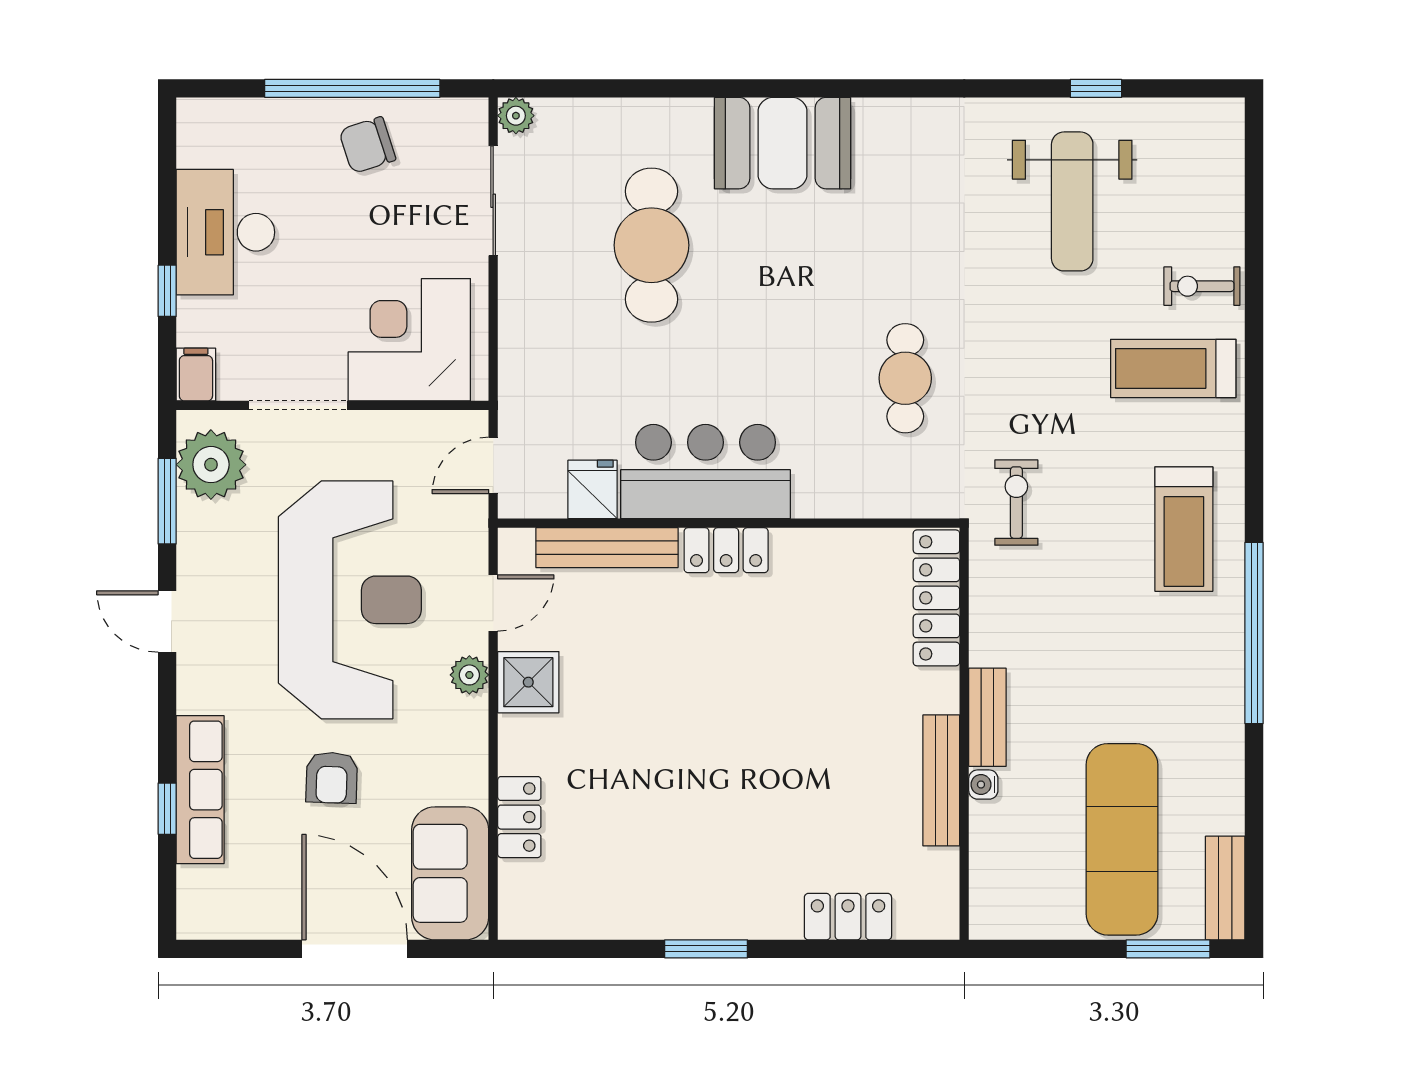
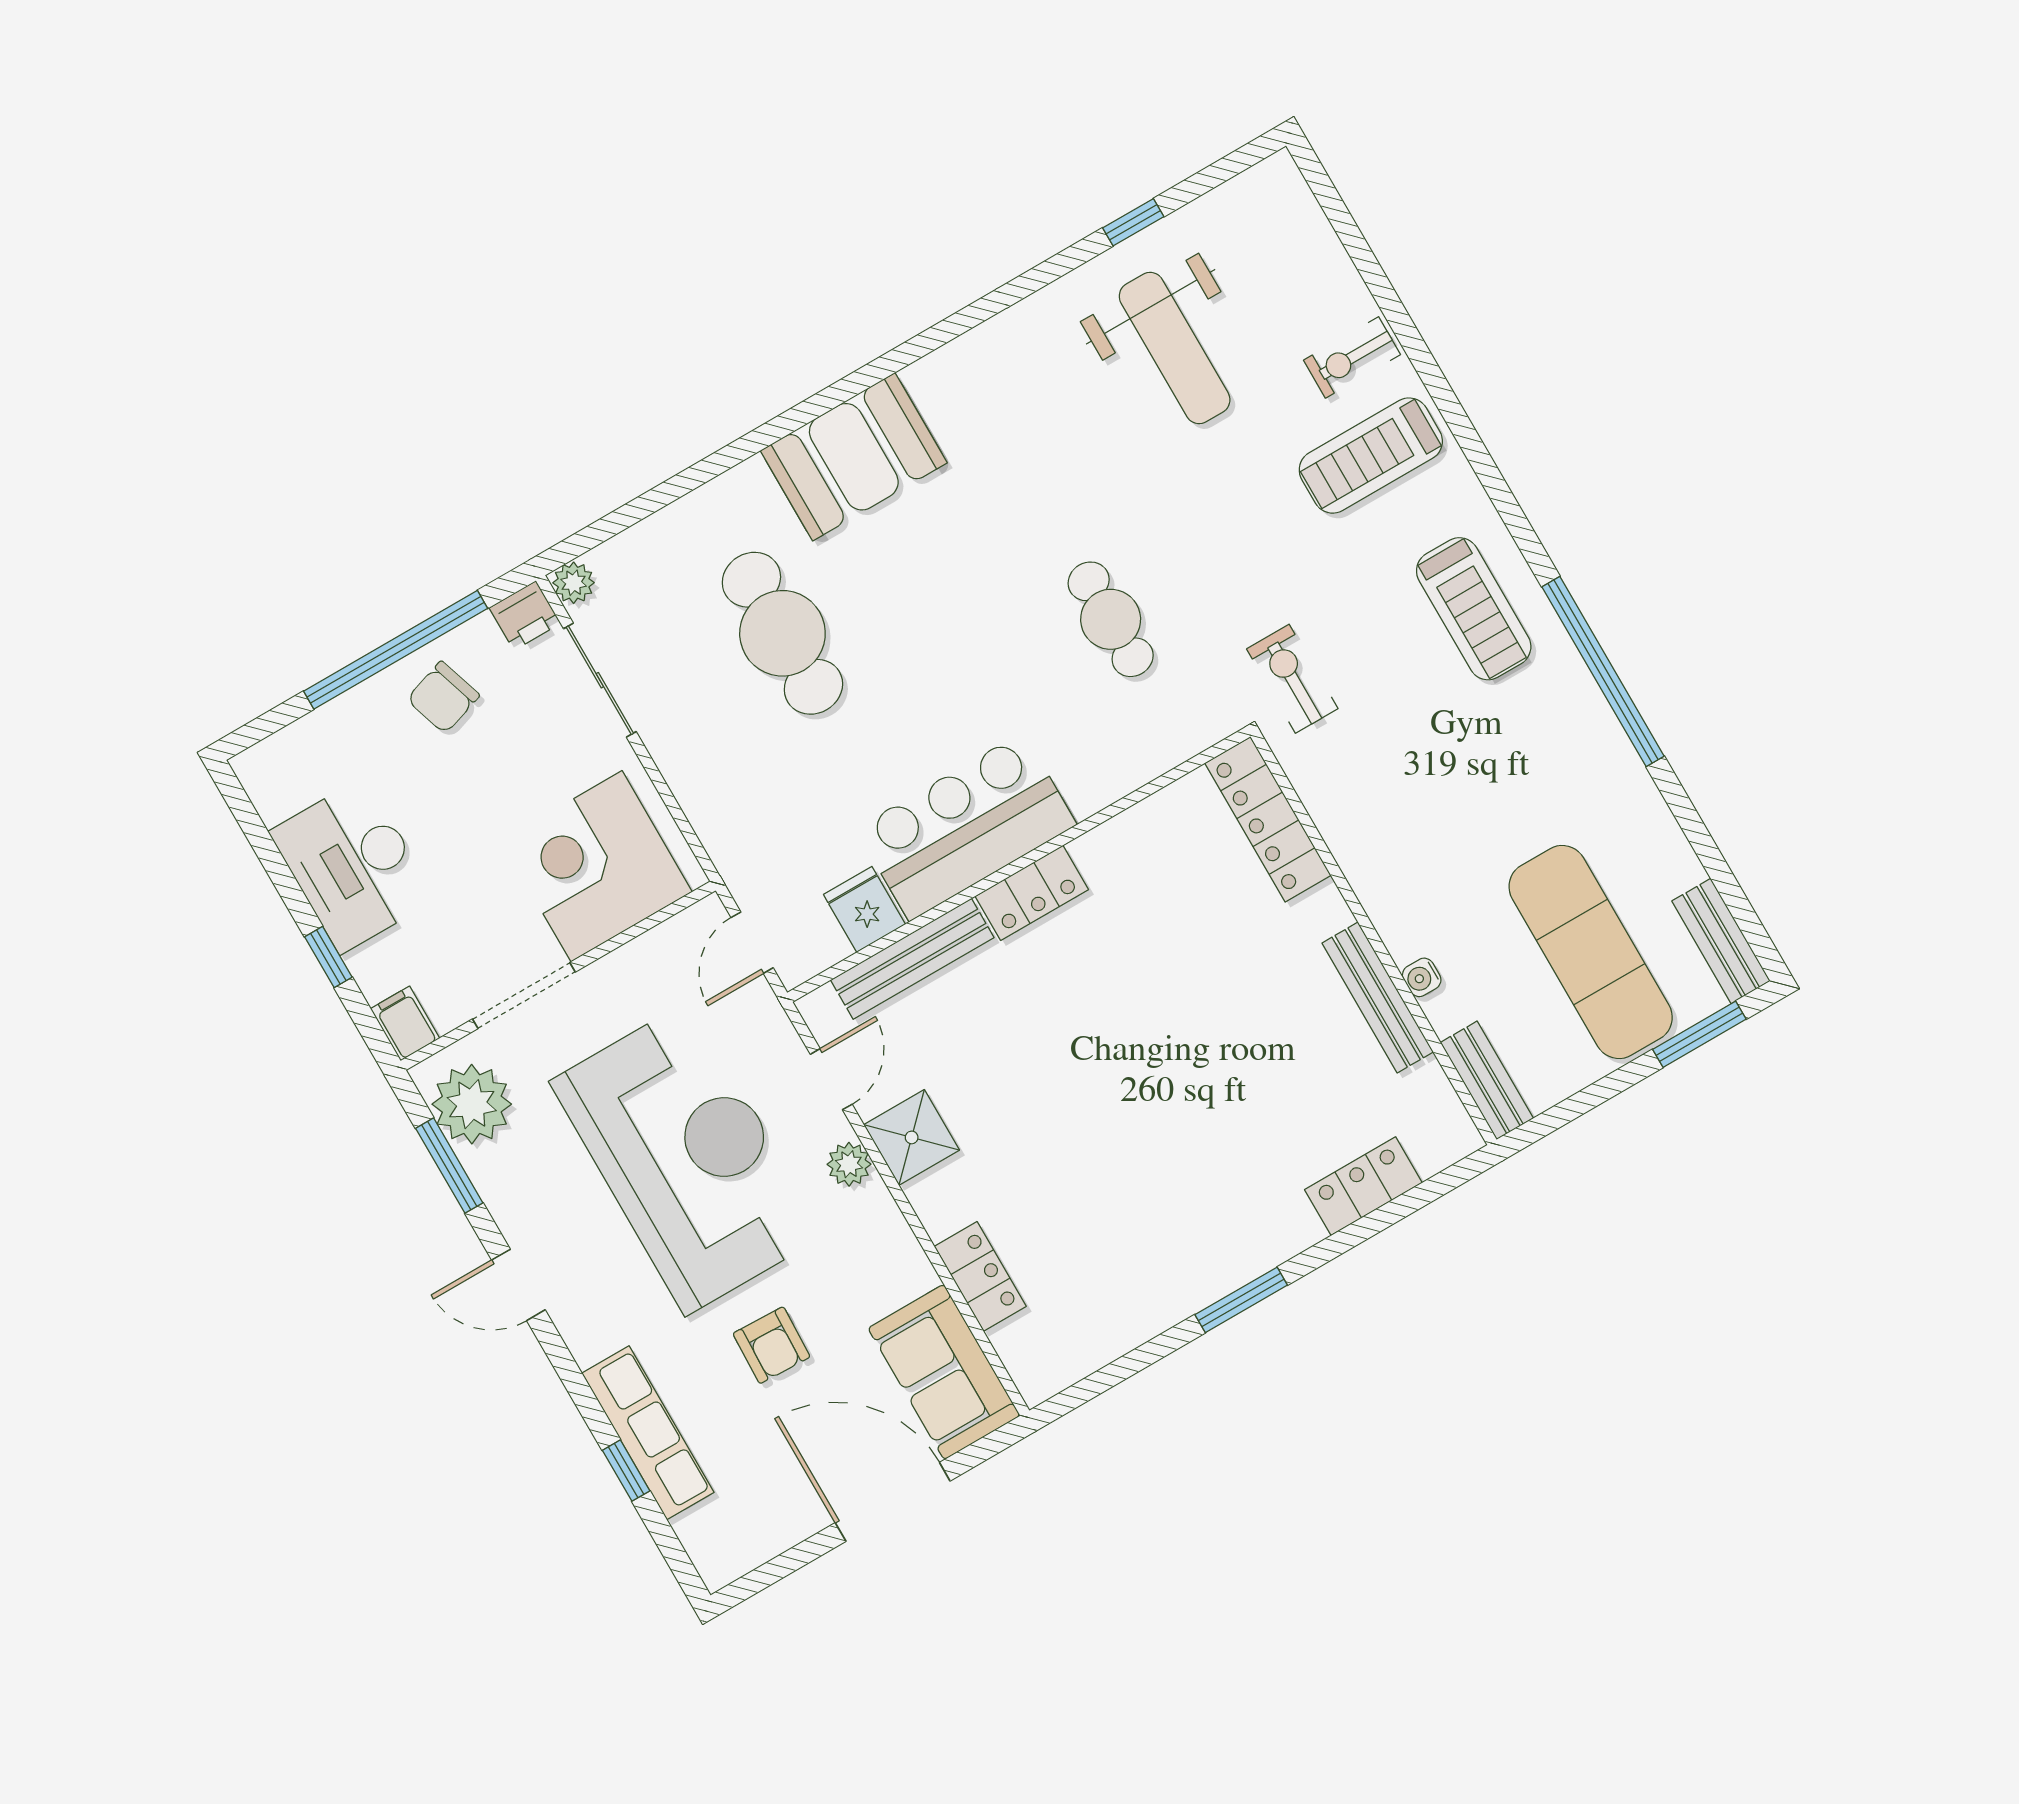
printer: (465, 119) -> (525, 616), added
bench: (987, 717) -> (1487, 1080), moved

